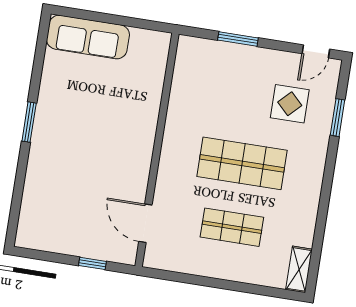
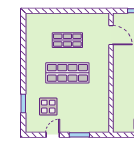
door: (316, 51) -> (53, 135), moved
shelving: (299, 269) -> (30, 24), removed

